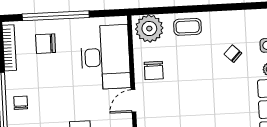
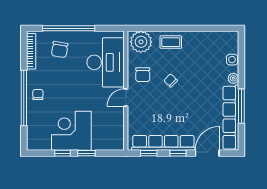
chair: (46, 44) -> (60, 50), turned -81
chair: (233, 54) -> (171, 80), moved

